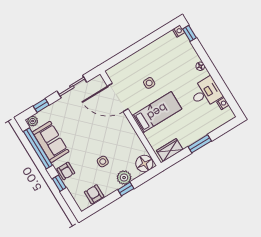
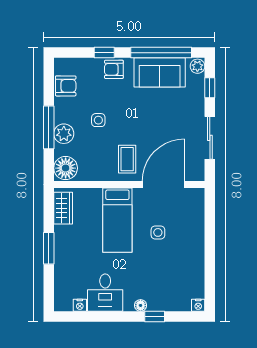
window: (189, 33) -> (155, 317), moved
coffee table: (116, 129) -> (127, 159), added
window: (126, 189) -> (49, 127), width x2.17

